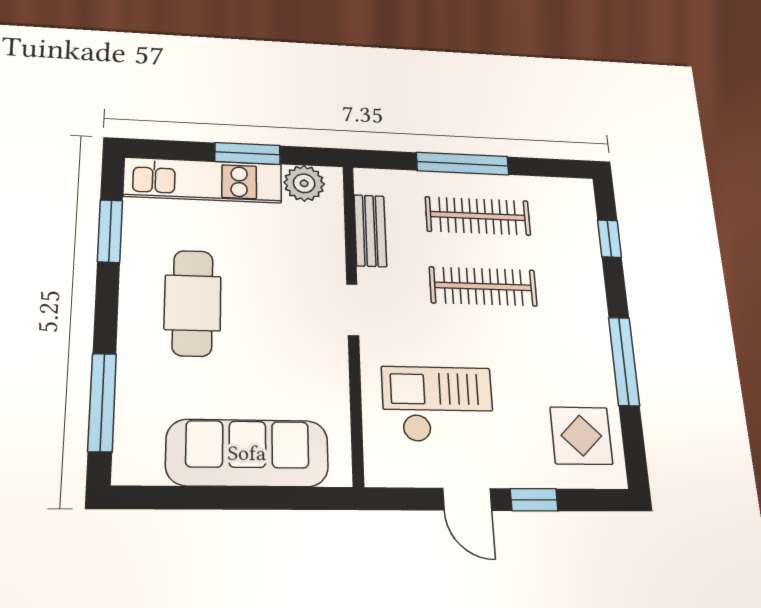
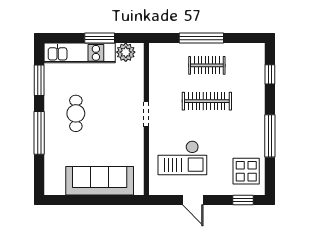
clothes rail: (478, 216) -> (207, 65), width x0.73
bench: (370, 231) -> (156, 75), removed
cafe table: (193, 303) -> (76, 113), width x0.73, depth x0.74
window: (102, 402) -> (39, 133), moved
checkout: (438, 404) -> (182, 158), turned 180
window: (534, 500) -> (243, 200), moved

